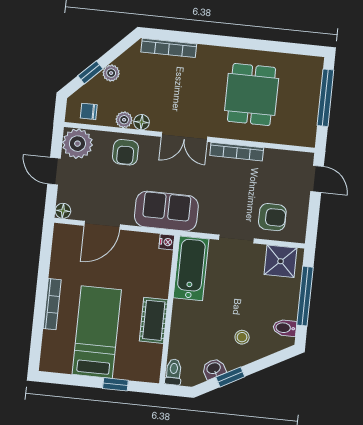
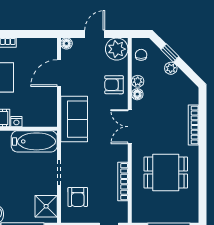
bookcase: (169, 48) -> (193, 125), moved
bookcase: (237, 152) -> (123, 182), moved
door: (102, 225) -> (59, 73), hinge flipped
nightstand: (167, 242) -> (16, 122), moved

